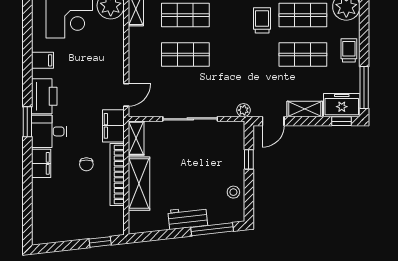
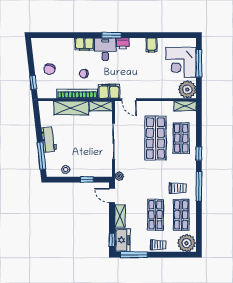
shop shelf: (185, 54) -> (155, 138), width x1.43, depth x1.36
printer: (44, 96) -> (123, 43), width x0.53, depth x0.68
chair: (80, 217) -> (49, 69), added

